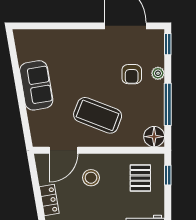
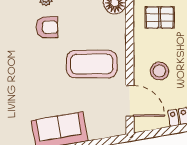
coffee table: (98, 115) -> (92, 64), turned 69

